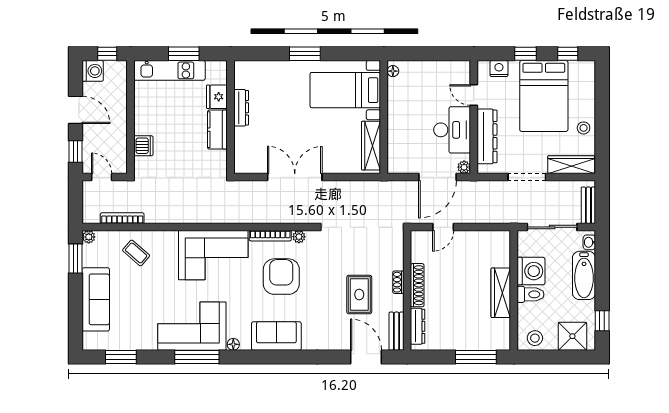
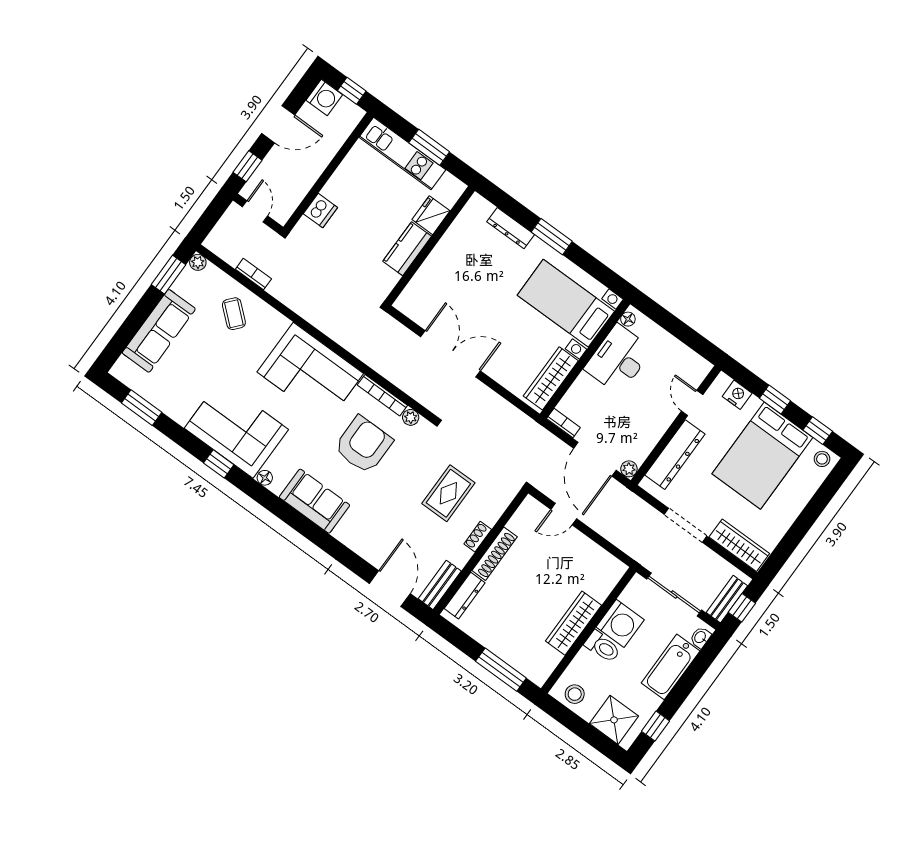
dresser: (241, 108) -> (511, 228), moved, turned 90
door: (76, 110) -> (278, 124), hinge flipped
stool: (584, 128) -> (822, 459), moved
desk: (452, 130) -> (618, 359), moved, turned 180
bookcase: (400, 168) -> (563, 423), added
door: (437, 177) -> (595, 459), hinge flipped
window: (602, 204) -> (742, 608), added
bookcase: (122, 218) -> (253, 274), width x0.64
rug: (359, 295) -> (448, 493), moved
window: (197, 357) -> (219, 464), width x0.46

